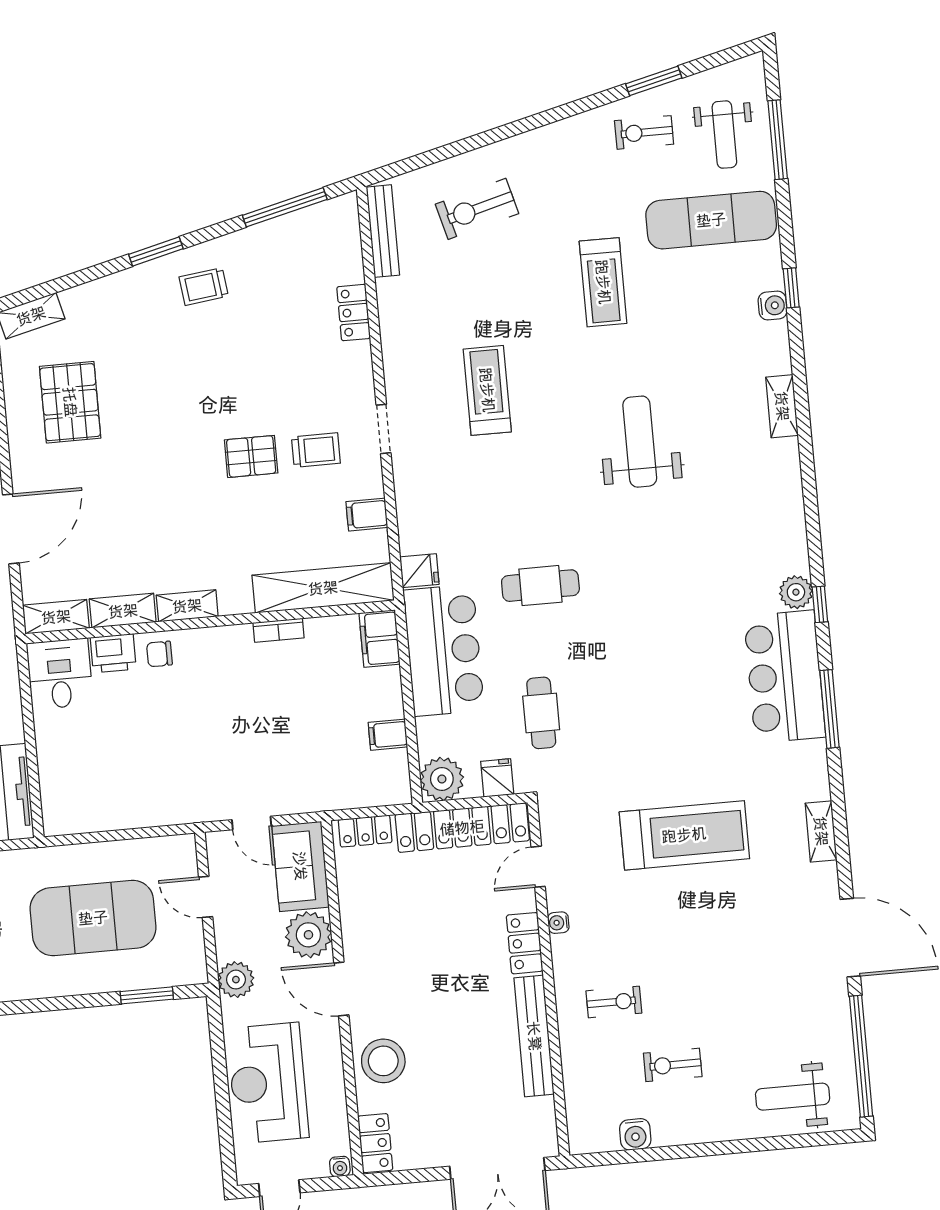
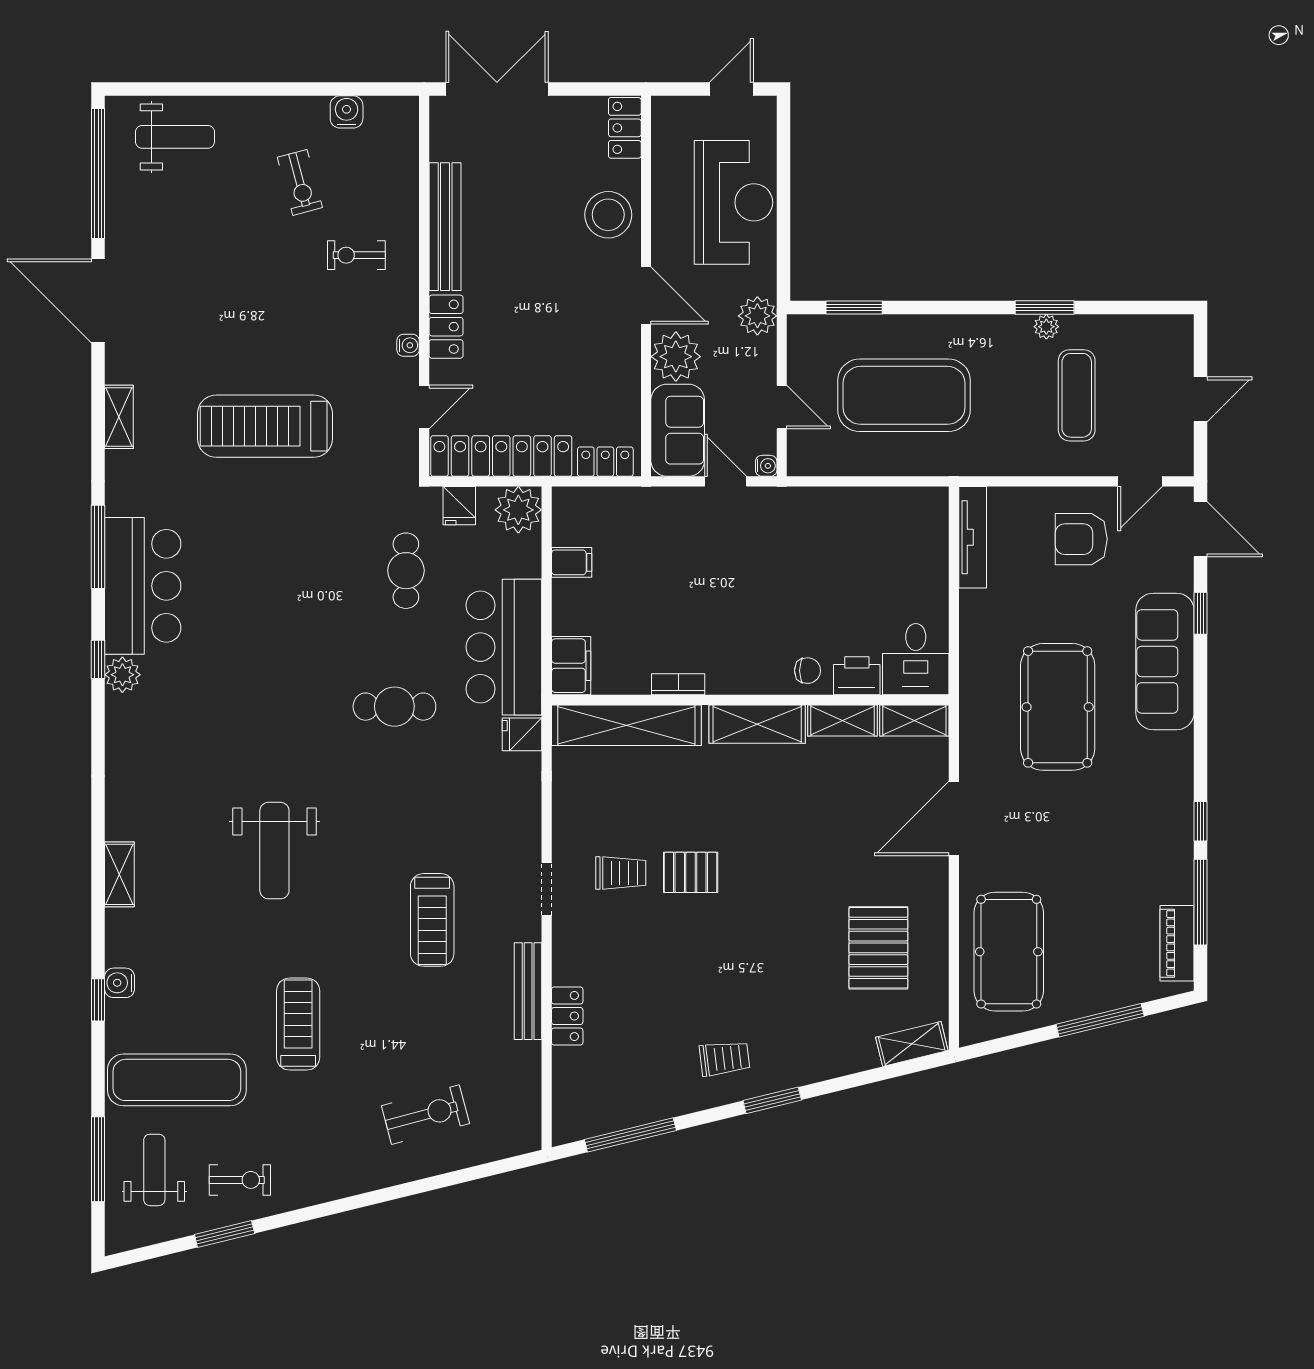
bench: (383, 231) -> (528, 991), moved
trolley: (316, 450) -> (621, 873), turned 180
filing cabinet: (367, 515) -> (573, 799), removed
shelving: (187, 606) -> (757, 724), width x1.50, depth x1.33
exercise bike: (673, 1065) -> (300, 182), turned 75
water cooler: (340, 1167) -> (766, 466), moved, turned 90

